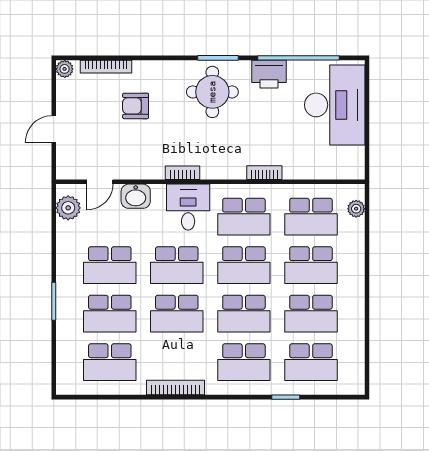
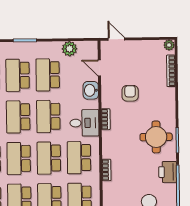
armchair: (136, 106) -> (130, 93), moved
door: (54, 129) -> (116, 39), moved
plant: (68, 208) -> (69, 49), moved

